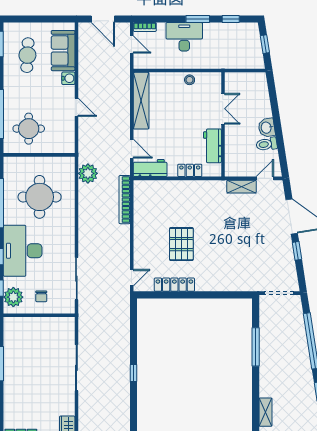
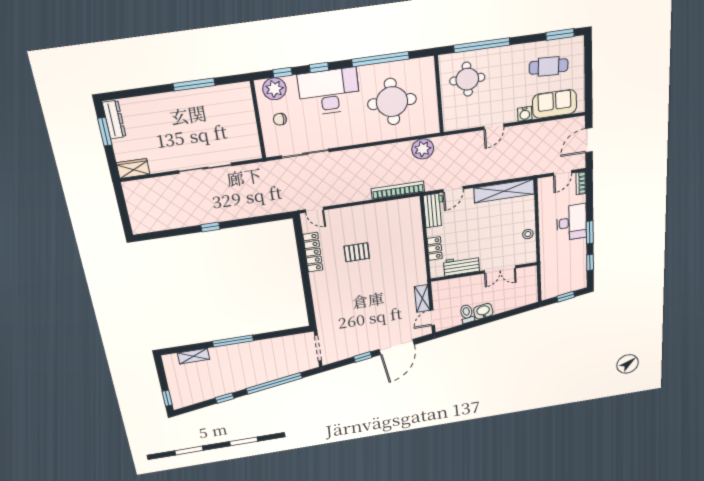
door: (265, 178) -> (432, 318), swing flipped
pallet: (181, 244) -> (357, 252), width x0.67, depth x0.71
window: (256, 347) -> (233, 341), moved

